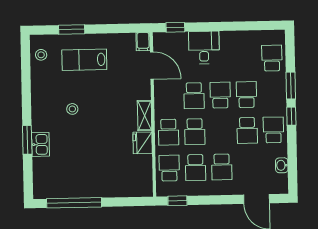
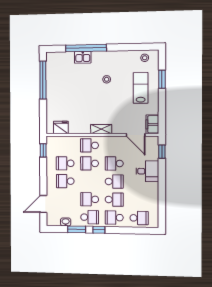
filing cabinet: (143, 42) -> (152, 124), width x2.00
door: (152, 65) -> (136, 135), hinge flipped
window: (291, 86) -> (77, 229), moved
window: (27, 140) -> (86, 48), width x2.11
fridge: (143, 143) -> (61, 128), moved
school desk: (169, 168) -> (114, 218), moved, turned 180

